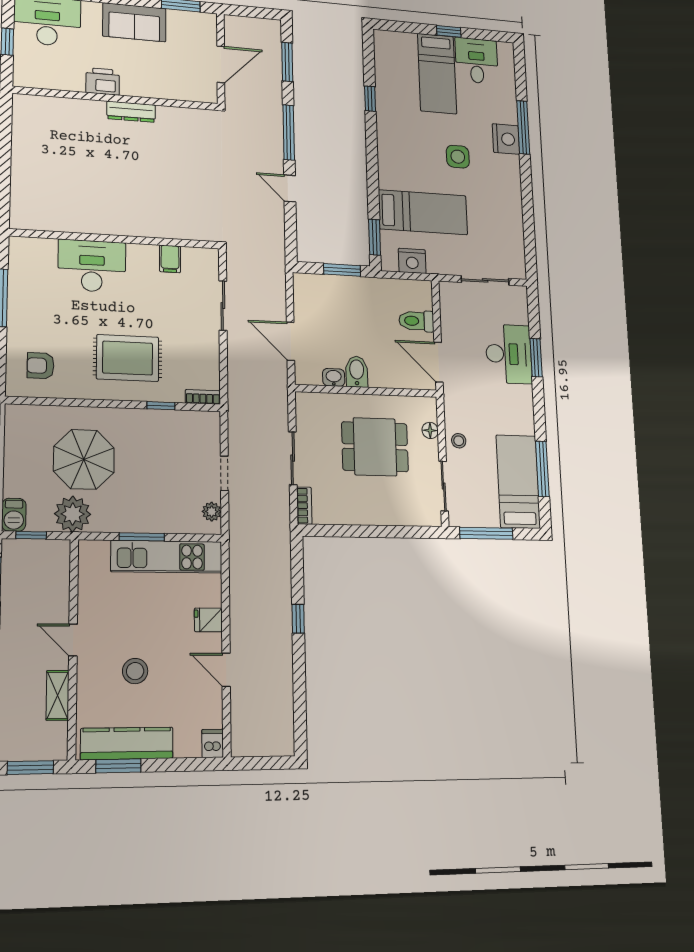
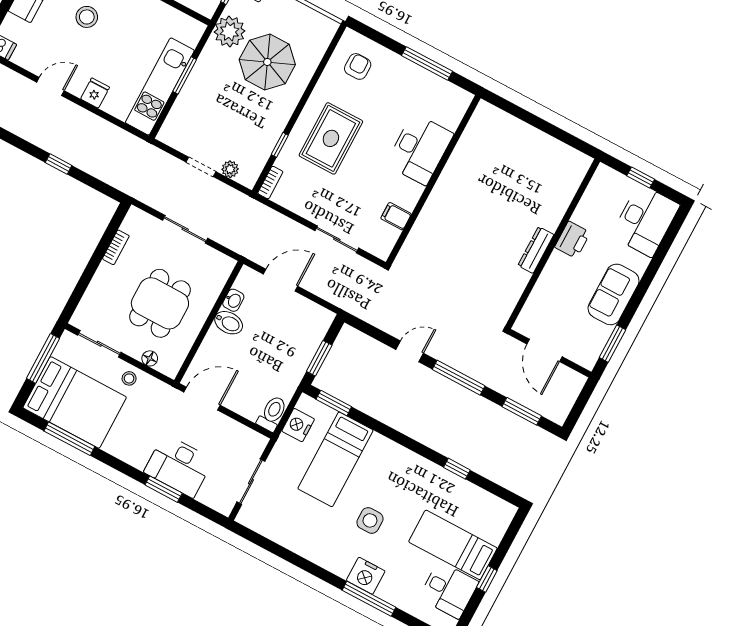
toilet: (416, 321) -> (272, 413), moved
bed: (518, 482) -> (75, 402), width x1.50
bookcase: (304, 506) -> (116, 247), moved, turned -90
plant: (212, 512) -> (230, 169), moved

